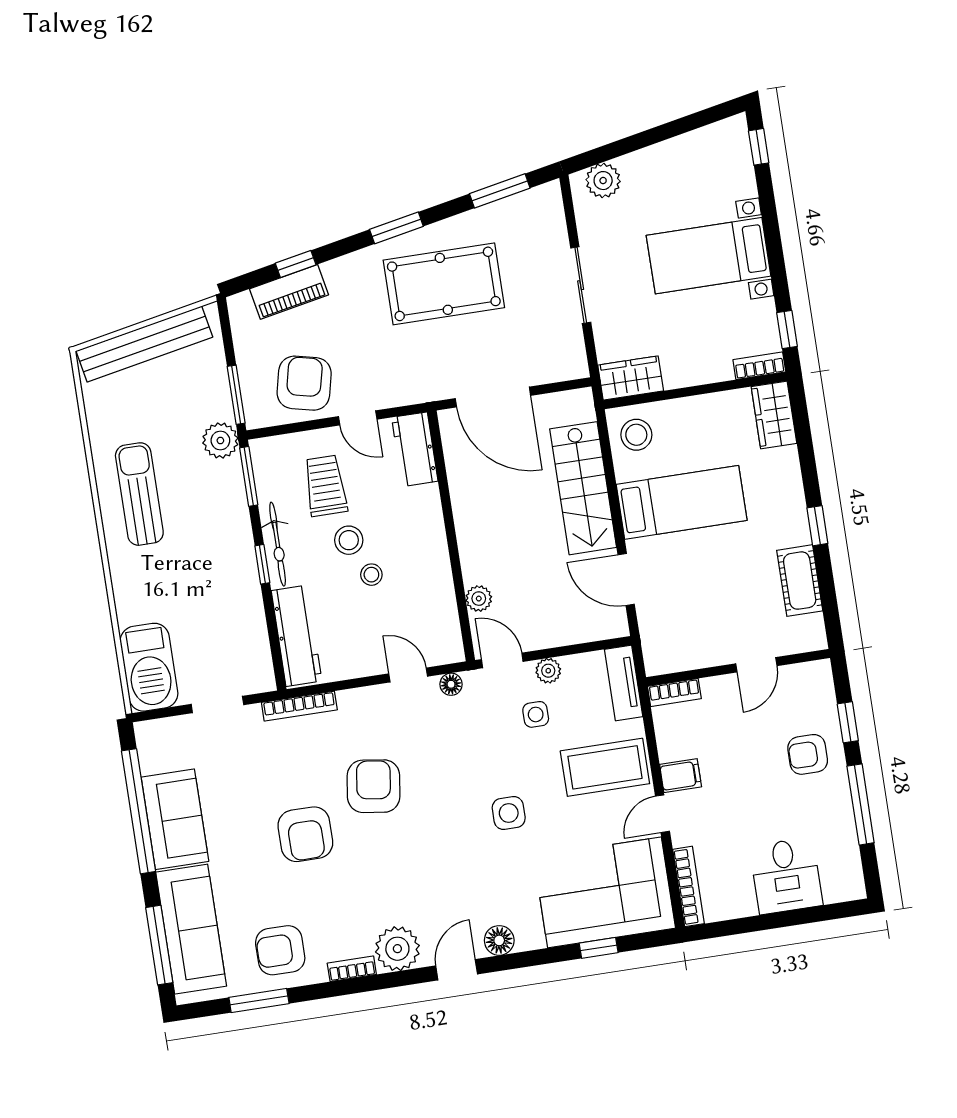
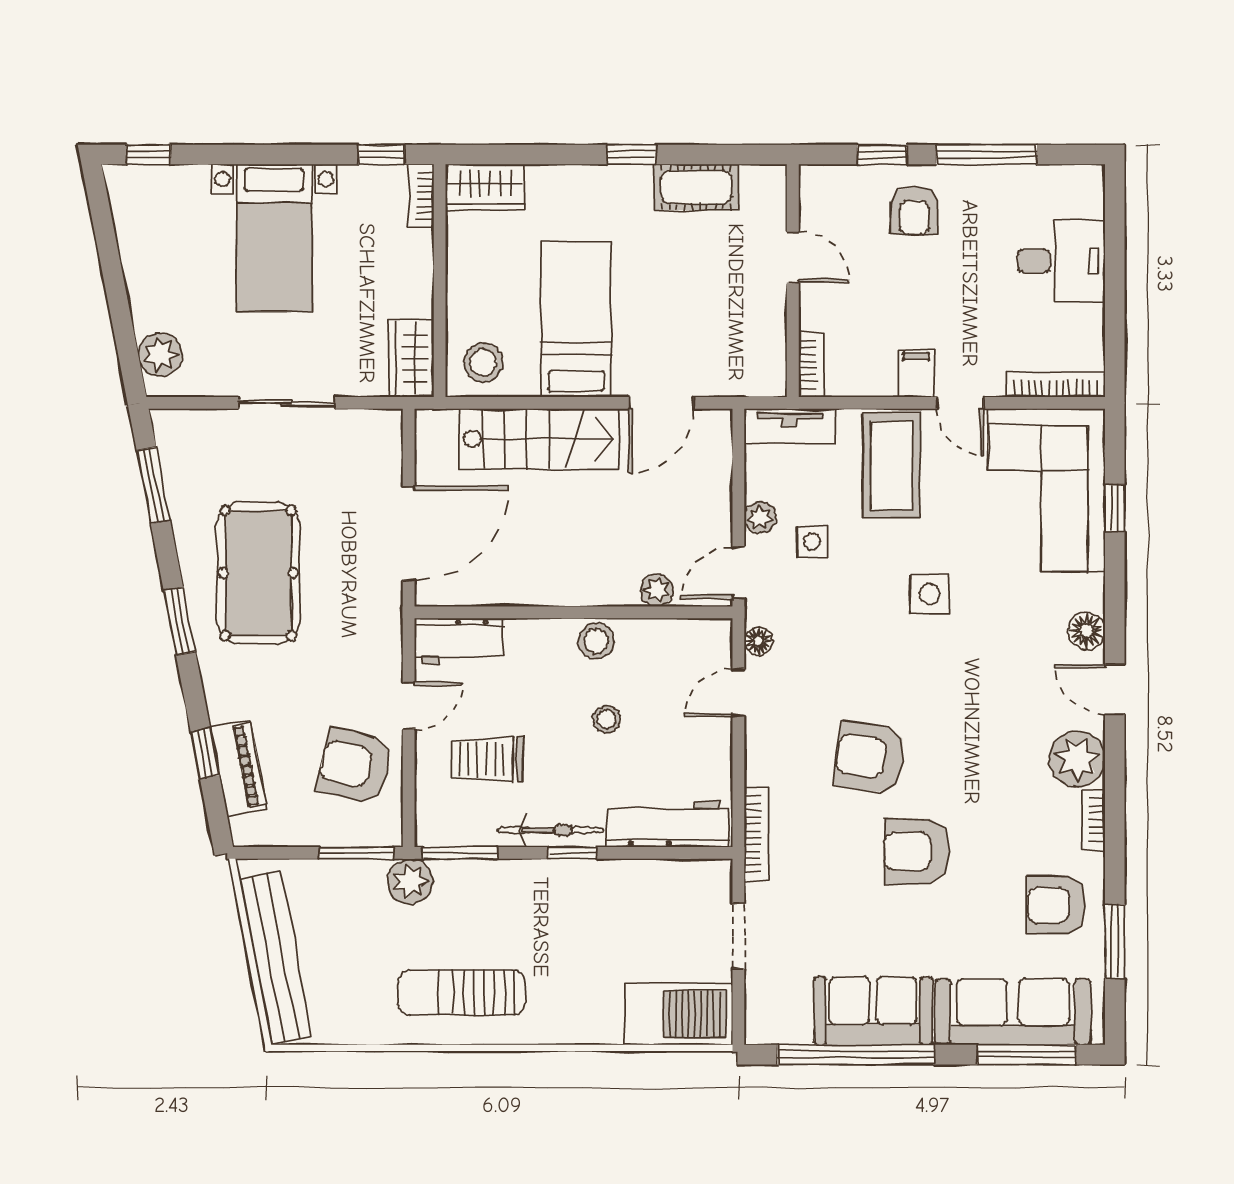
stool: (349, 540) -> (596, 641), moved
armchair: (305, 834) -> (917, 851), turned 180
armchair: (280, 950) -> (1056, 905), turned 90

